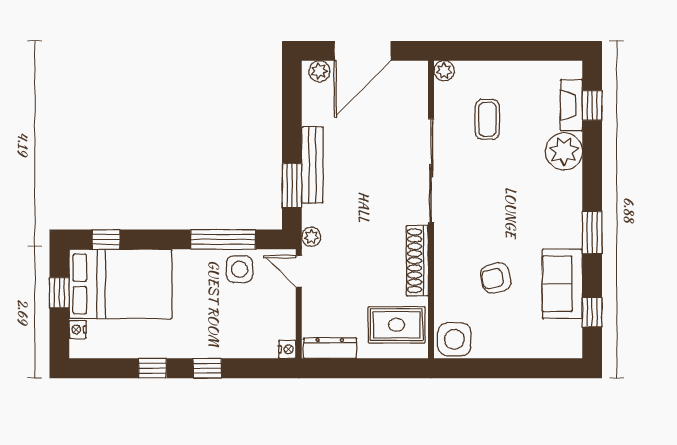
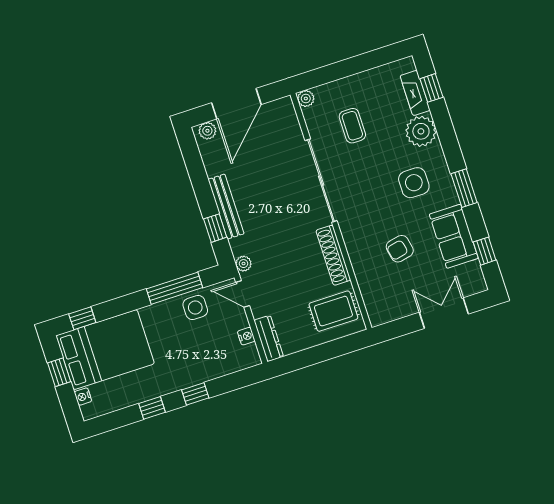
window: (292, 186) -> (215, 228), width x0.67
side table: (454, 339) -> (414, 183), moved
dresser: (330, 348) -> (269, 338), moved, turned 90
nightstand: (287, 349) -> (246, 336), moved
double door: (522, 368) -> (444, 313), added

